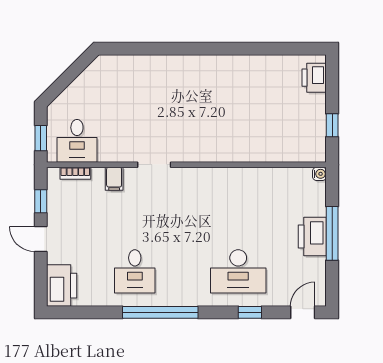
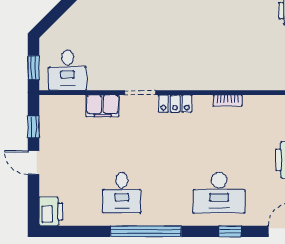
bookcase: (75, 173) -> (228, 100), moved
locker: (191, 176) -> (175, 104), added
filing cabinet: (114, 179) -> (102, 106), width x2.00
printer: (62, 286) -> (51, 211), width x0.73, depth x0.84

